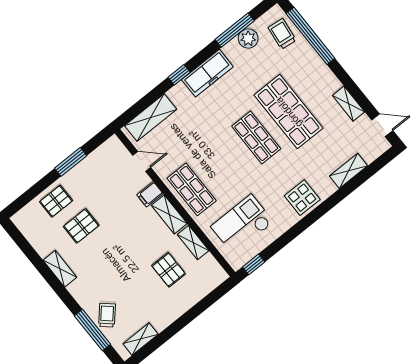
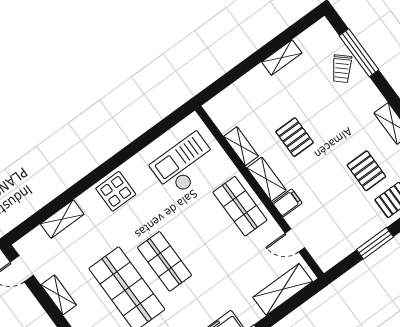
checkout: (242, 224) -> (185, 164), turned 180
pallet: (81, 226) -> (366, 171), turned 90
window: (254, 264) -> (174, 118), removed
pallet: (169, 270) -> (295, 137), moved
shelving: (141, 339) -> (282, 57), moved

